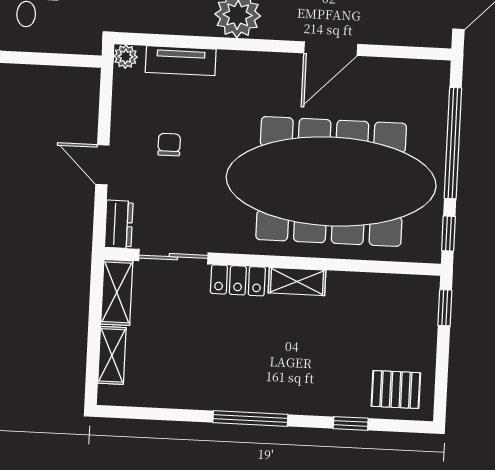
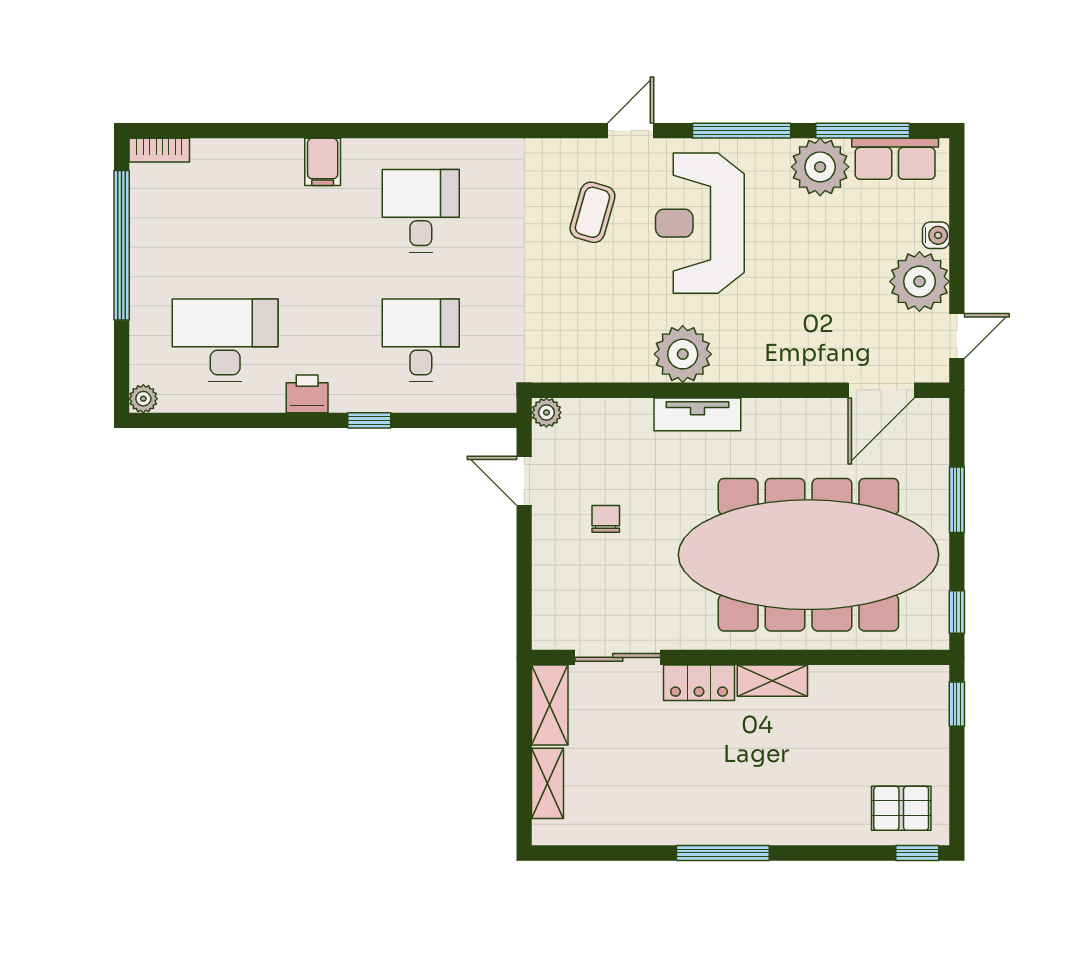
door: (331, 49) -> (881, 390), moved
tv unit: (181, 61) -> (697, 414), moved
window: (453, 143) -> (957, 500), width x0.47
door: (102, 165) -> (524, 481), moved
dresser: (119, 224) -> (548, 620), removed
window: (351, 423) -> (917, 853), moved

